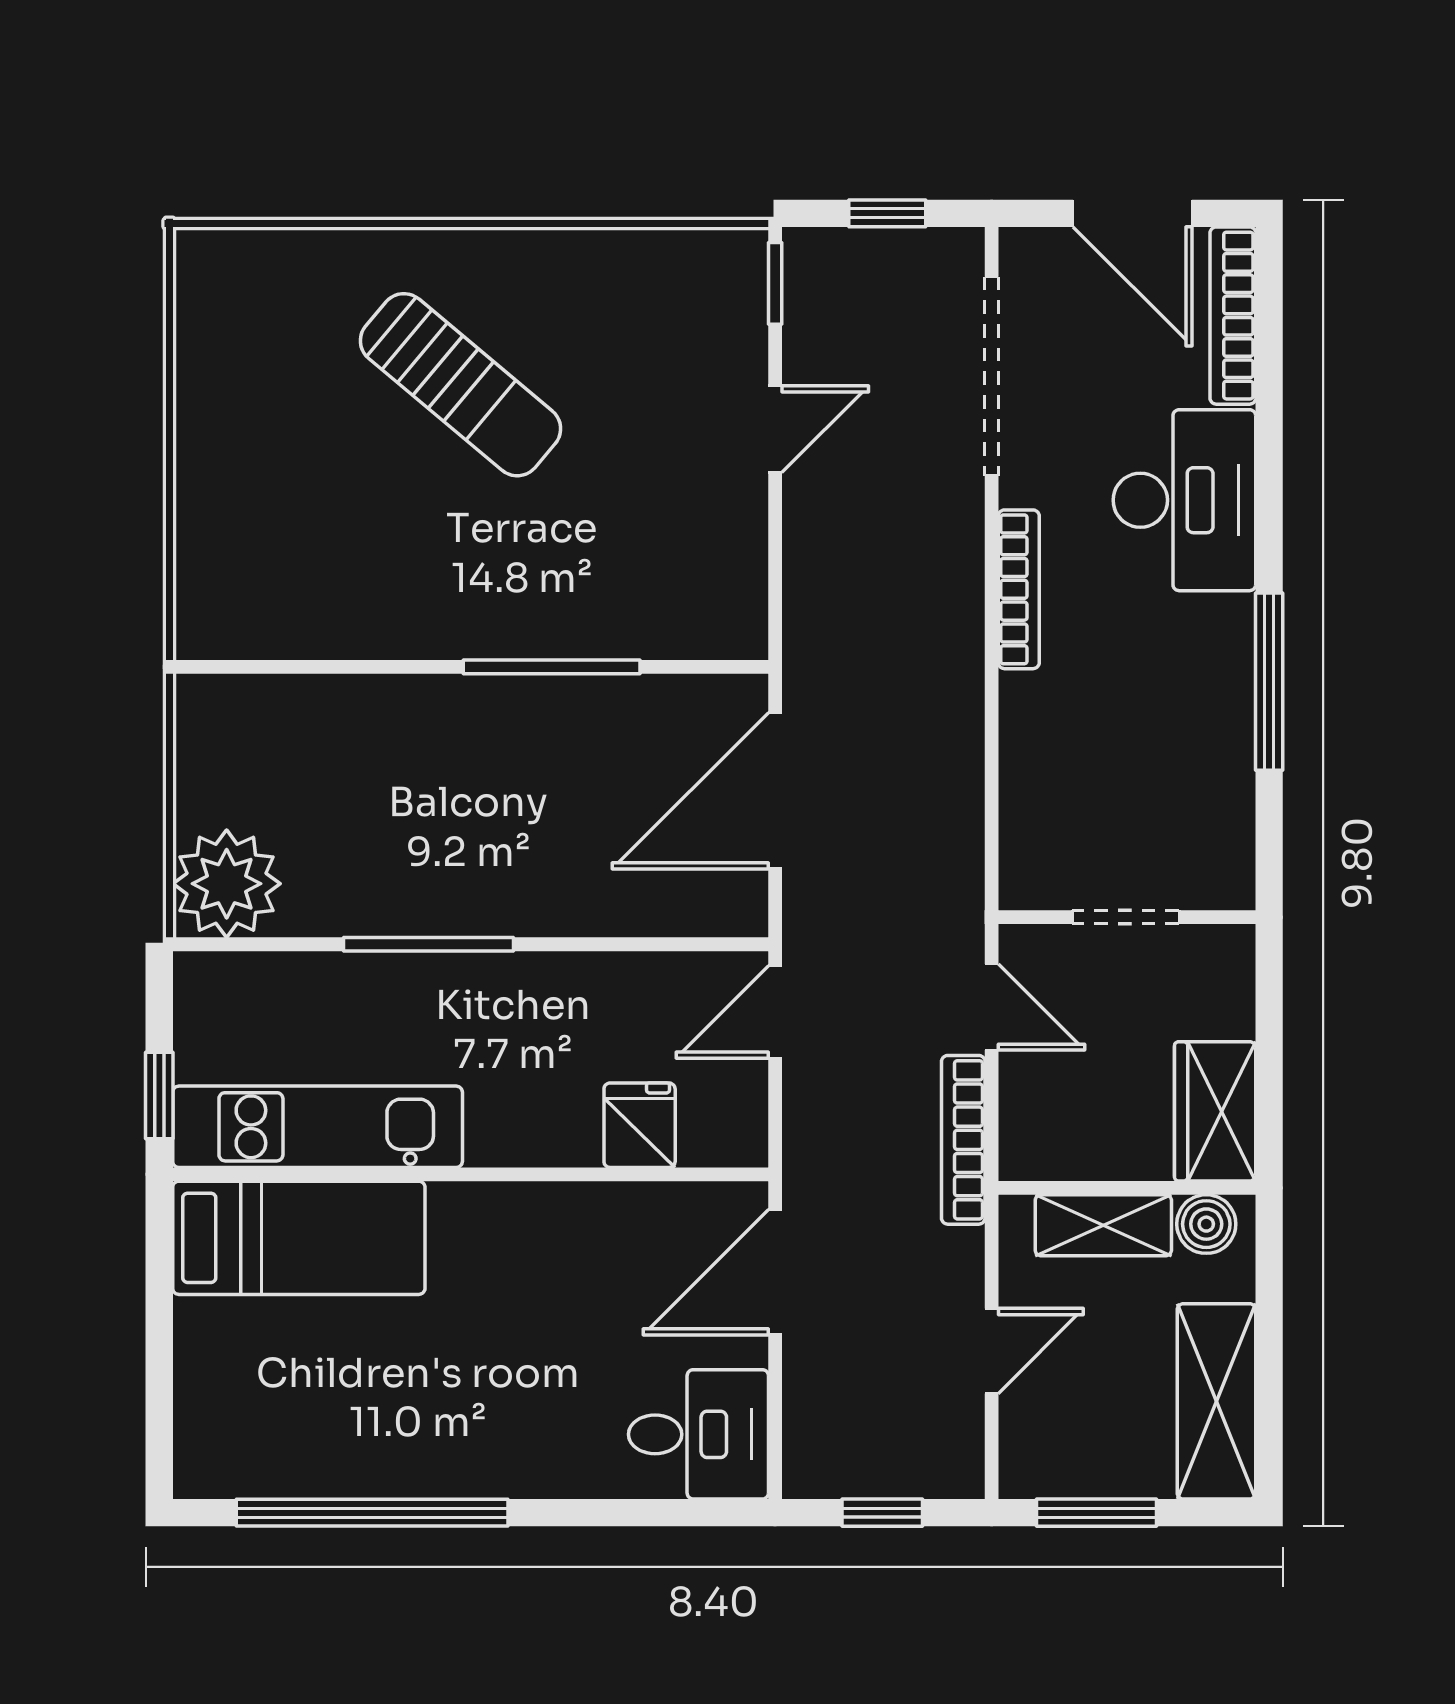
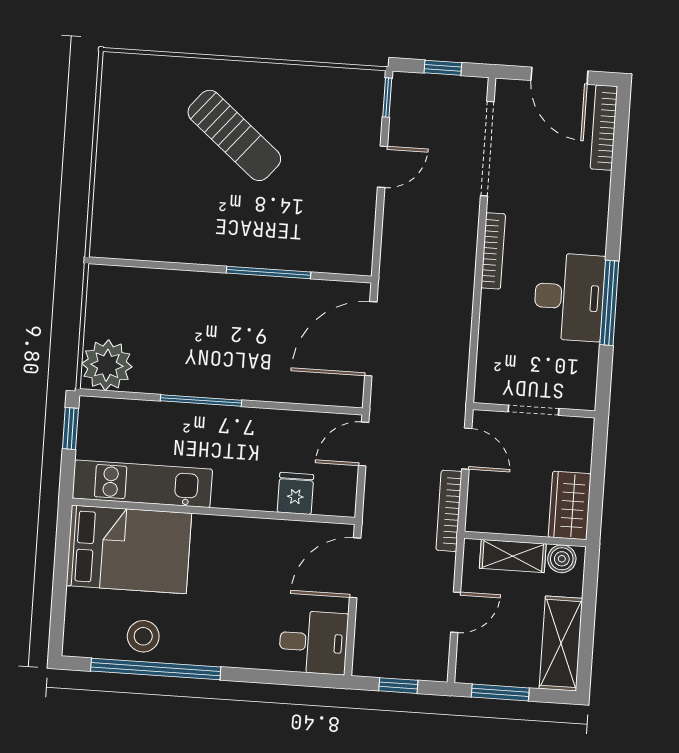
desk: (1184, 500) -> (569, 297), moved
window: (159, 1095) -> (70, 428), moved
bed: (299, 1238) -> (129, 549), width x1.50
stool: (341, 1446) -> (143, 636), added

